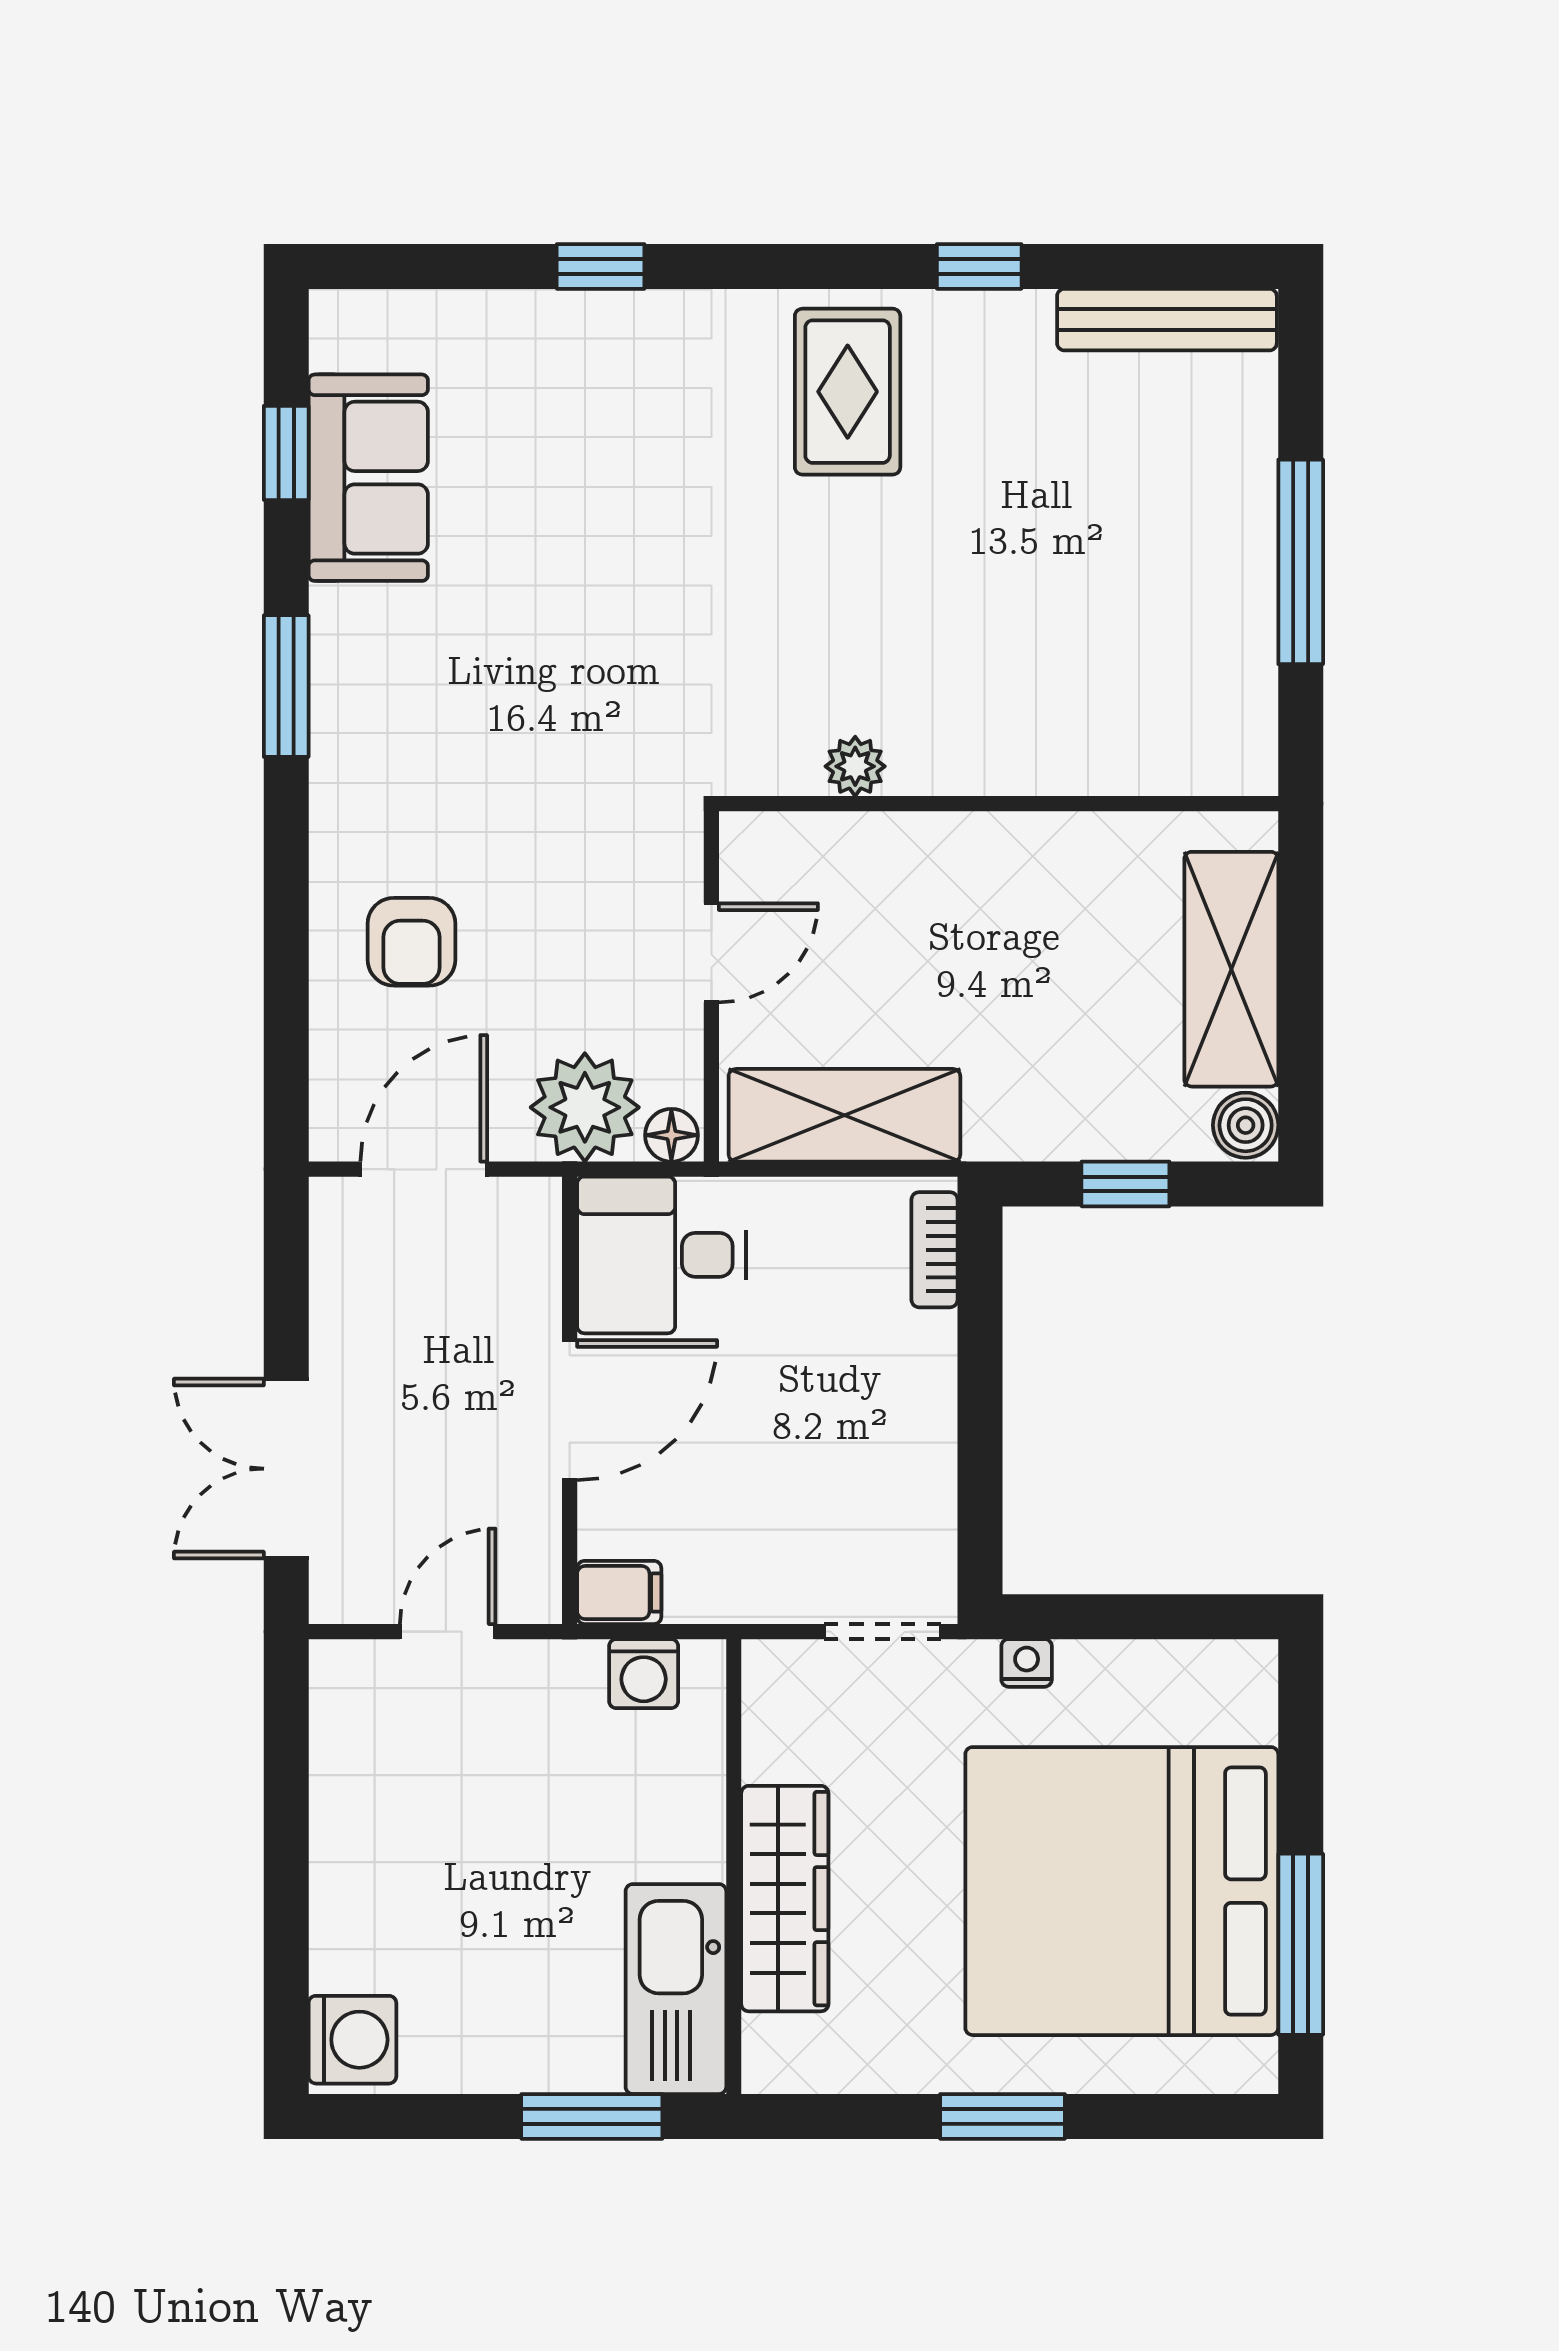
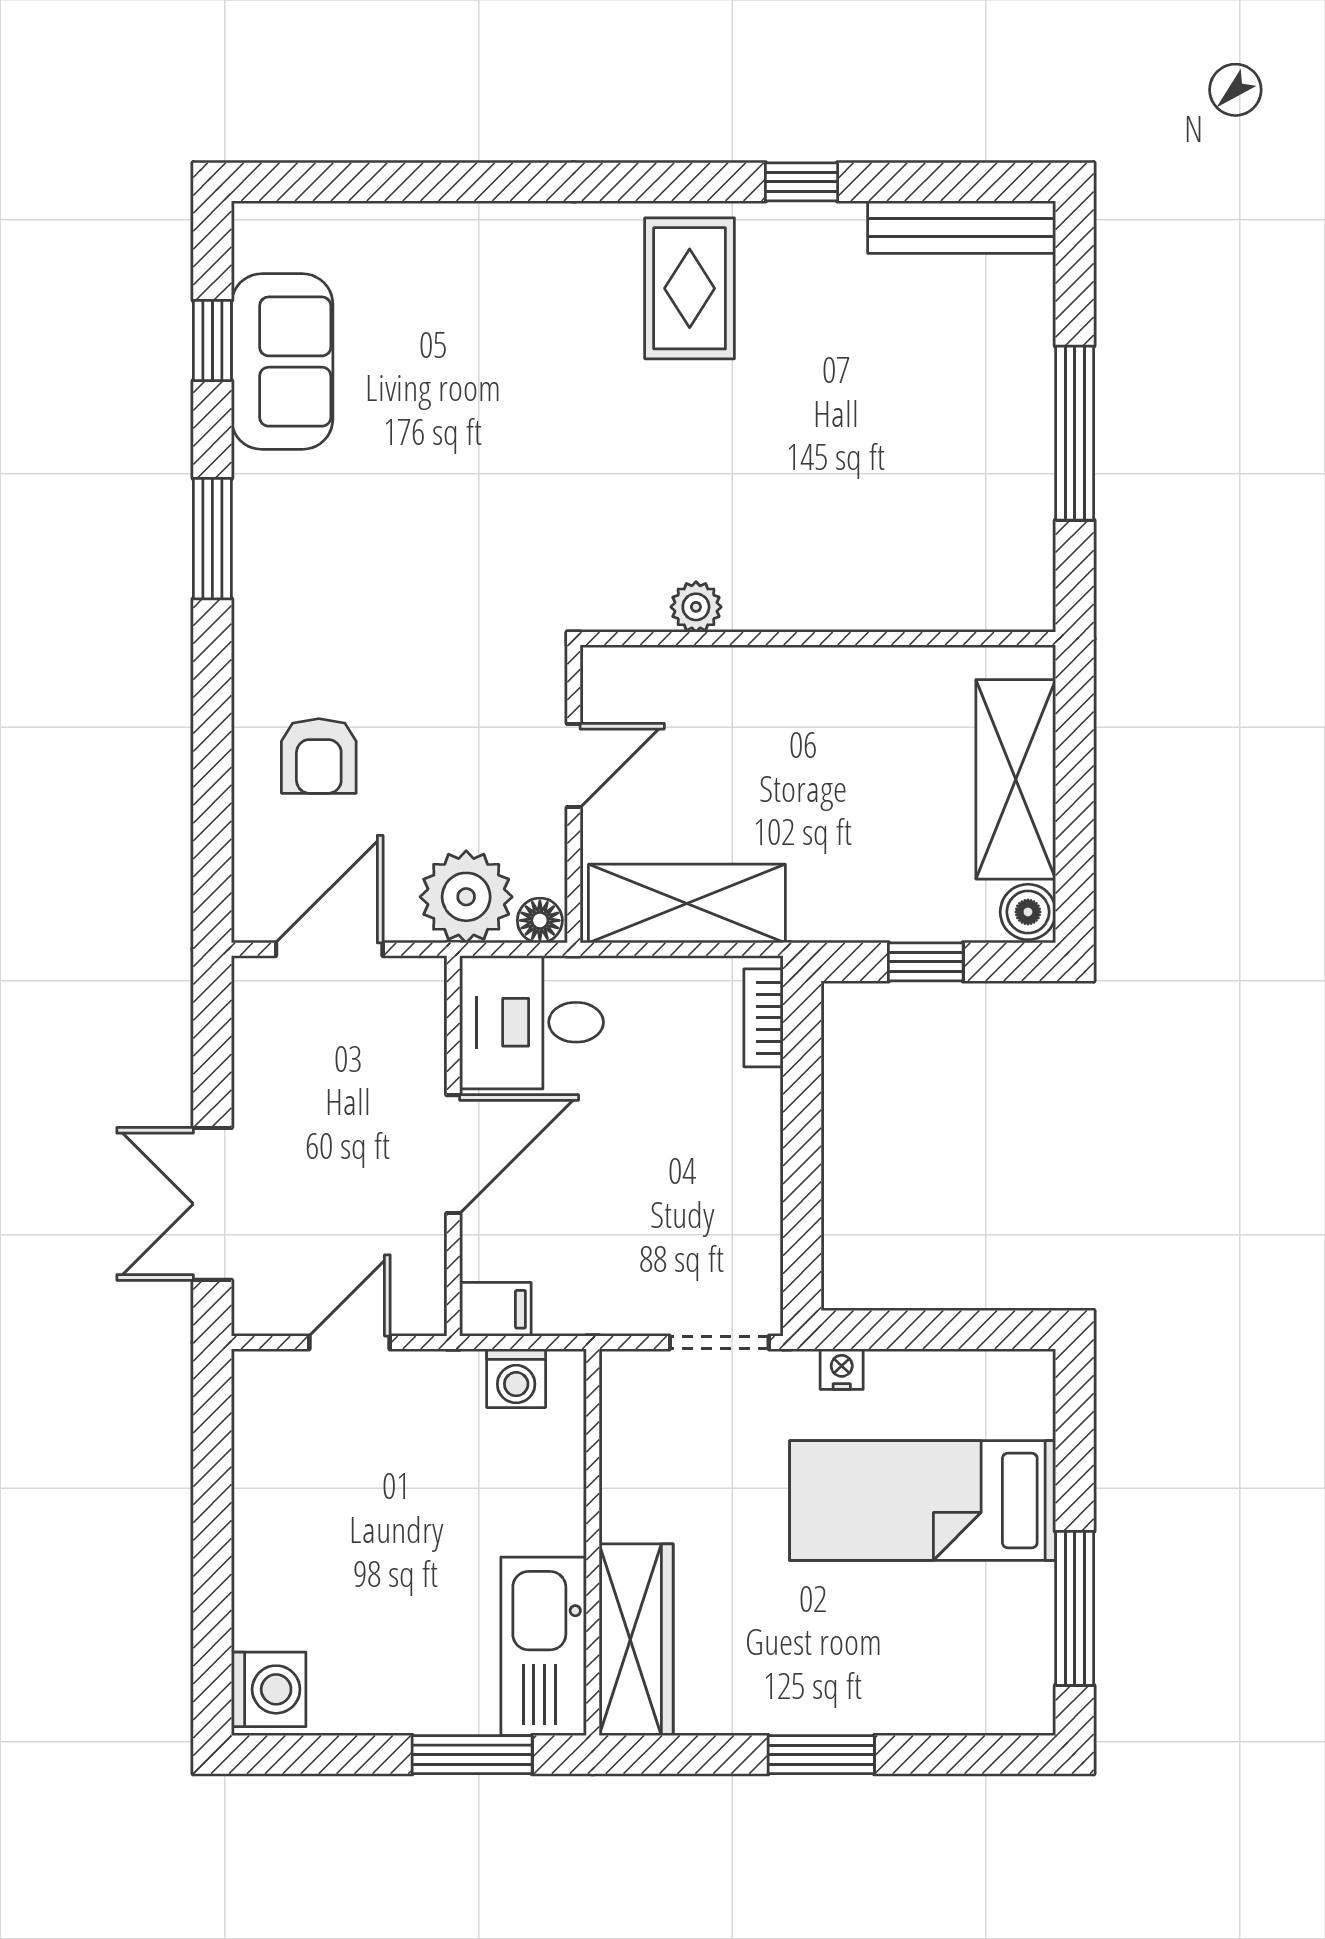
window: (601, 266) -> (480, 182), removed
bed: (1122, 1891) -> (923, 1501), width x0.49
wardrobe: (785, 1899) -> (636, 1640), moved

